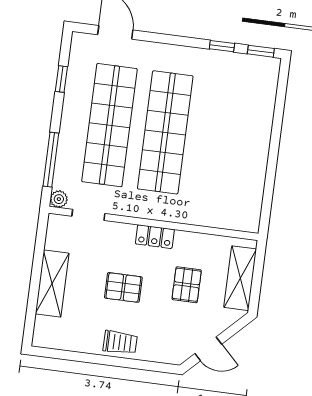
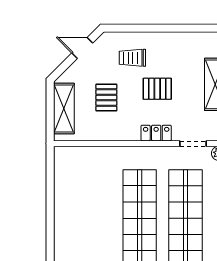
locker: (155, 237) -> (156, 133), moved
trolley: (120, 342) -> (132, 58), moved

